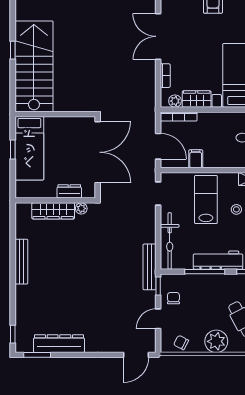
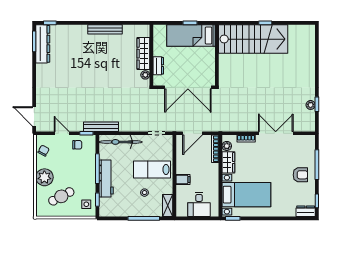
filing cabinet: (196, 159) -> (183, 180), moved
lab bench: (206, 200) -> (152, 169), turned 180
dresser: (59, 344) -> (43, 44), moved

